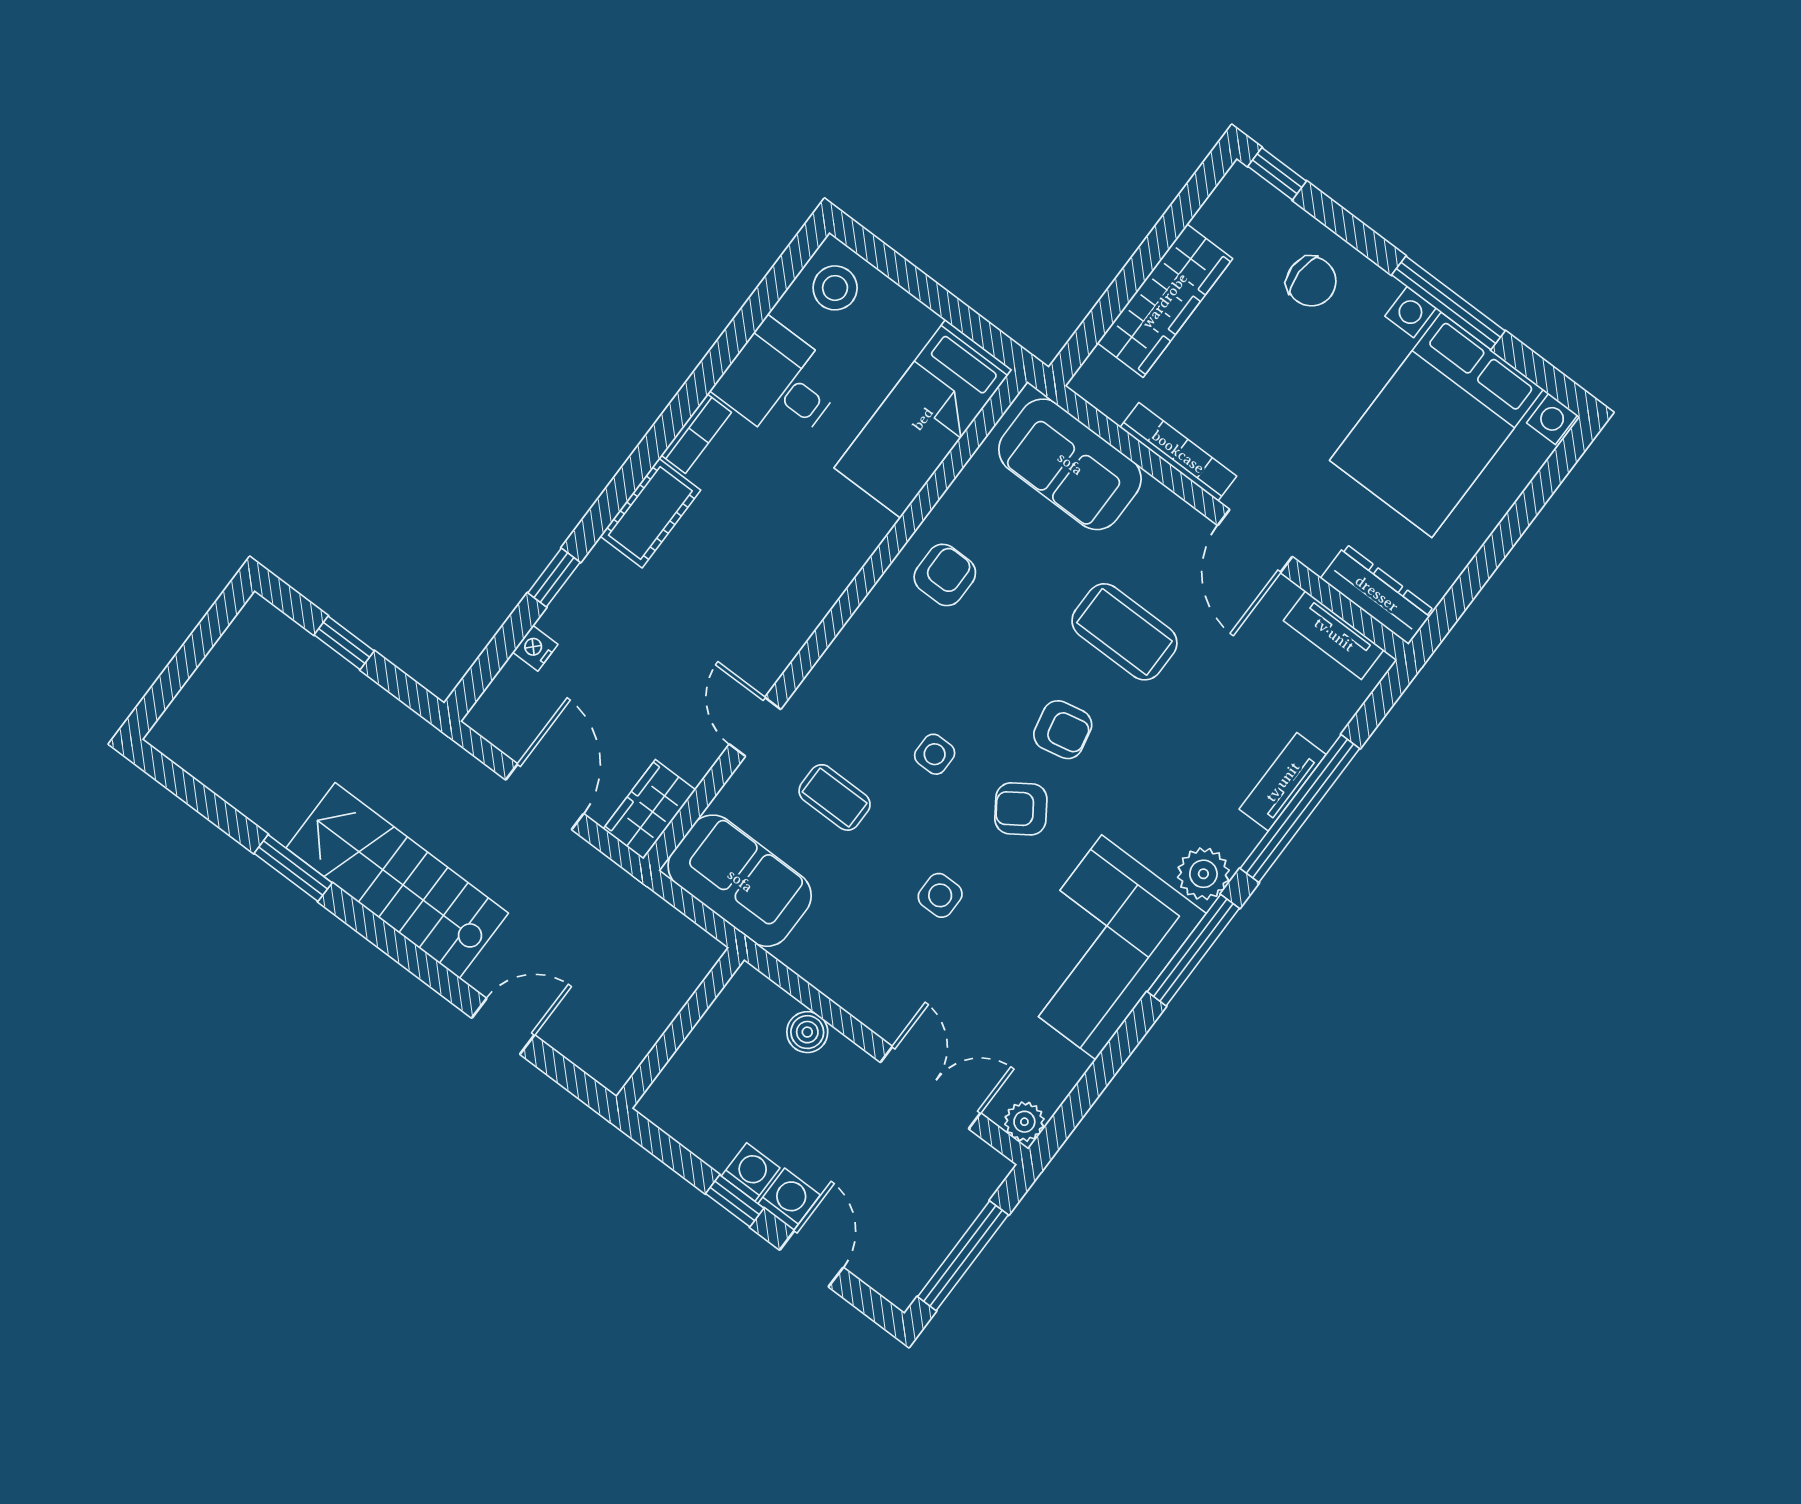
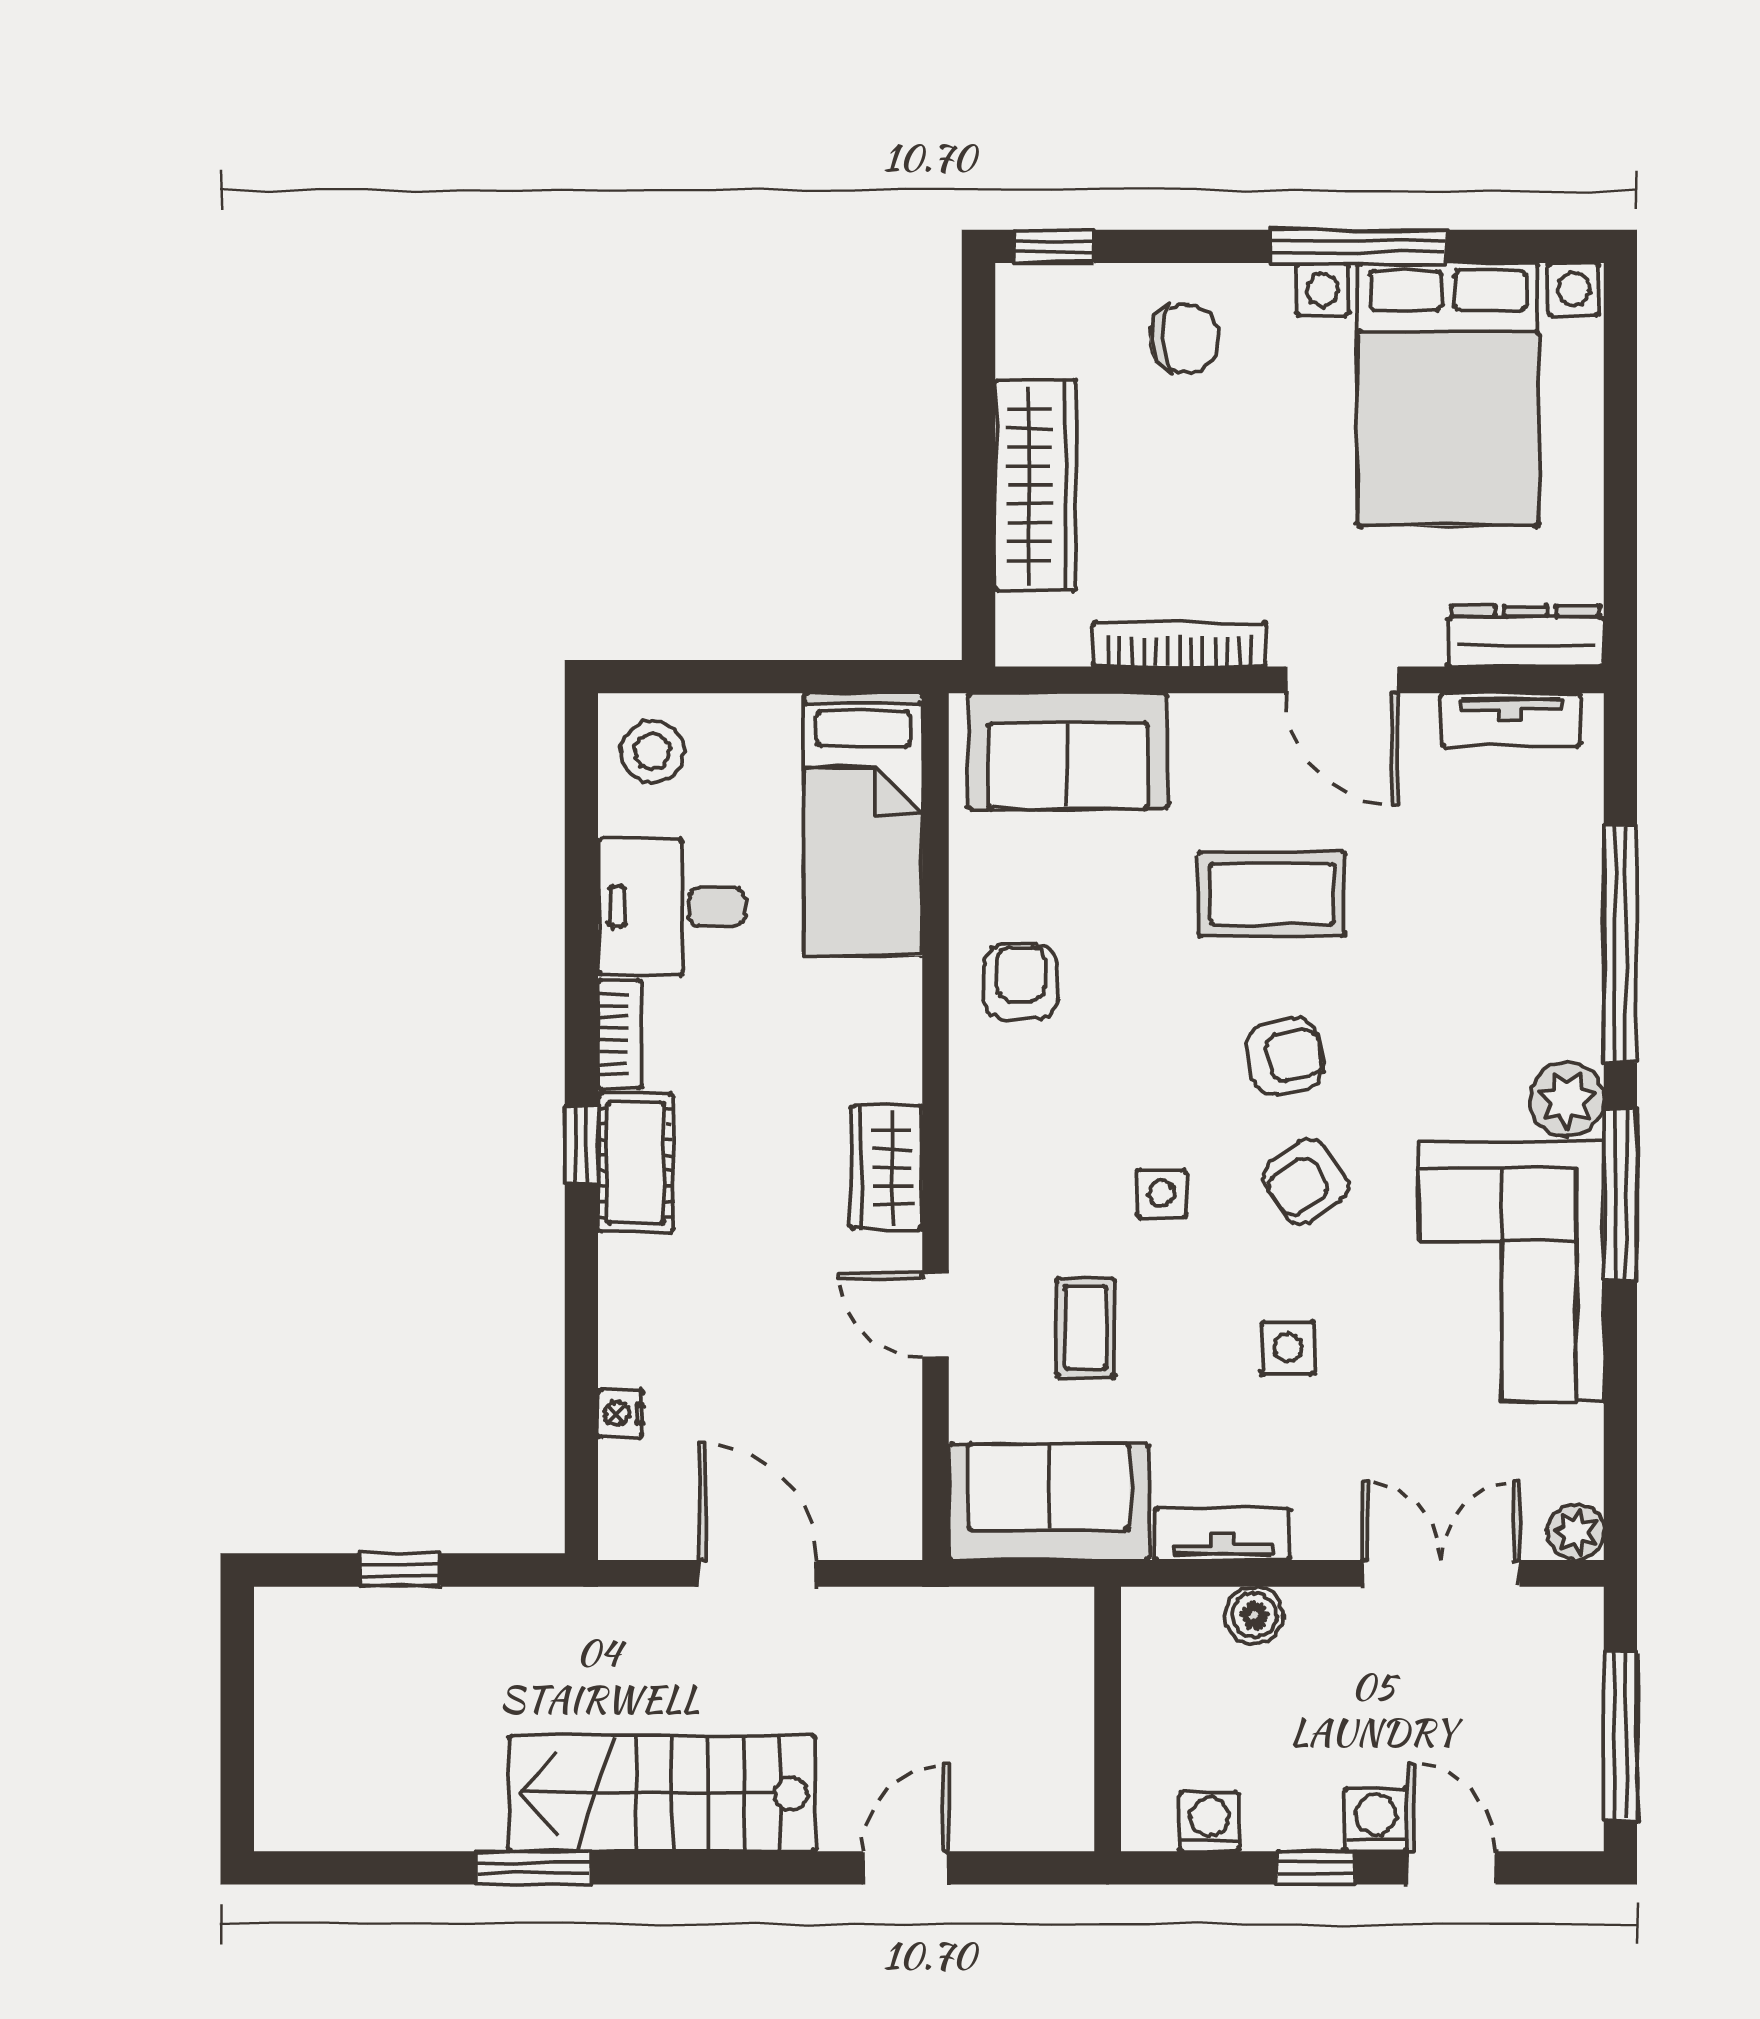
window: (554, 578) -> (581, 1145), moved
tv unit: (1283, 782) -> (1223, 1534), moved, turned 90
coffee table: (835, 797) -> (1085, 1327), turned 90
wardrobe: (649, 809) -> (886, 1167), moved
washing machine: (751, 1172) -> (1209, 1822), moved

